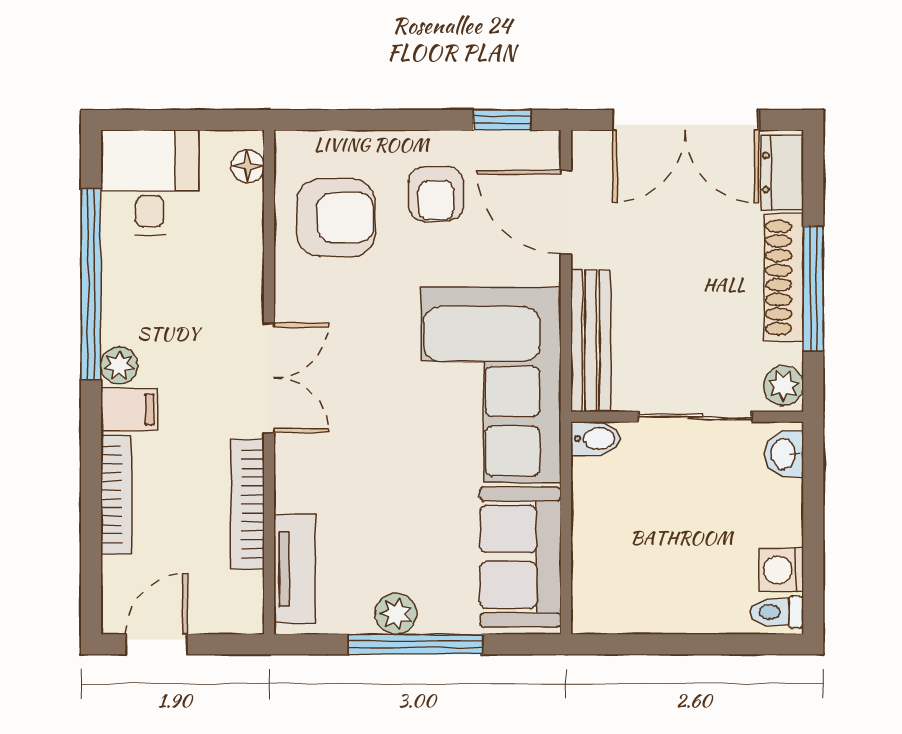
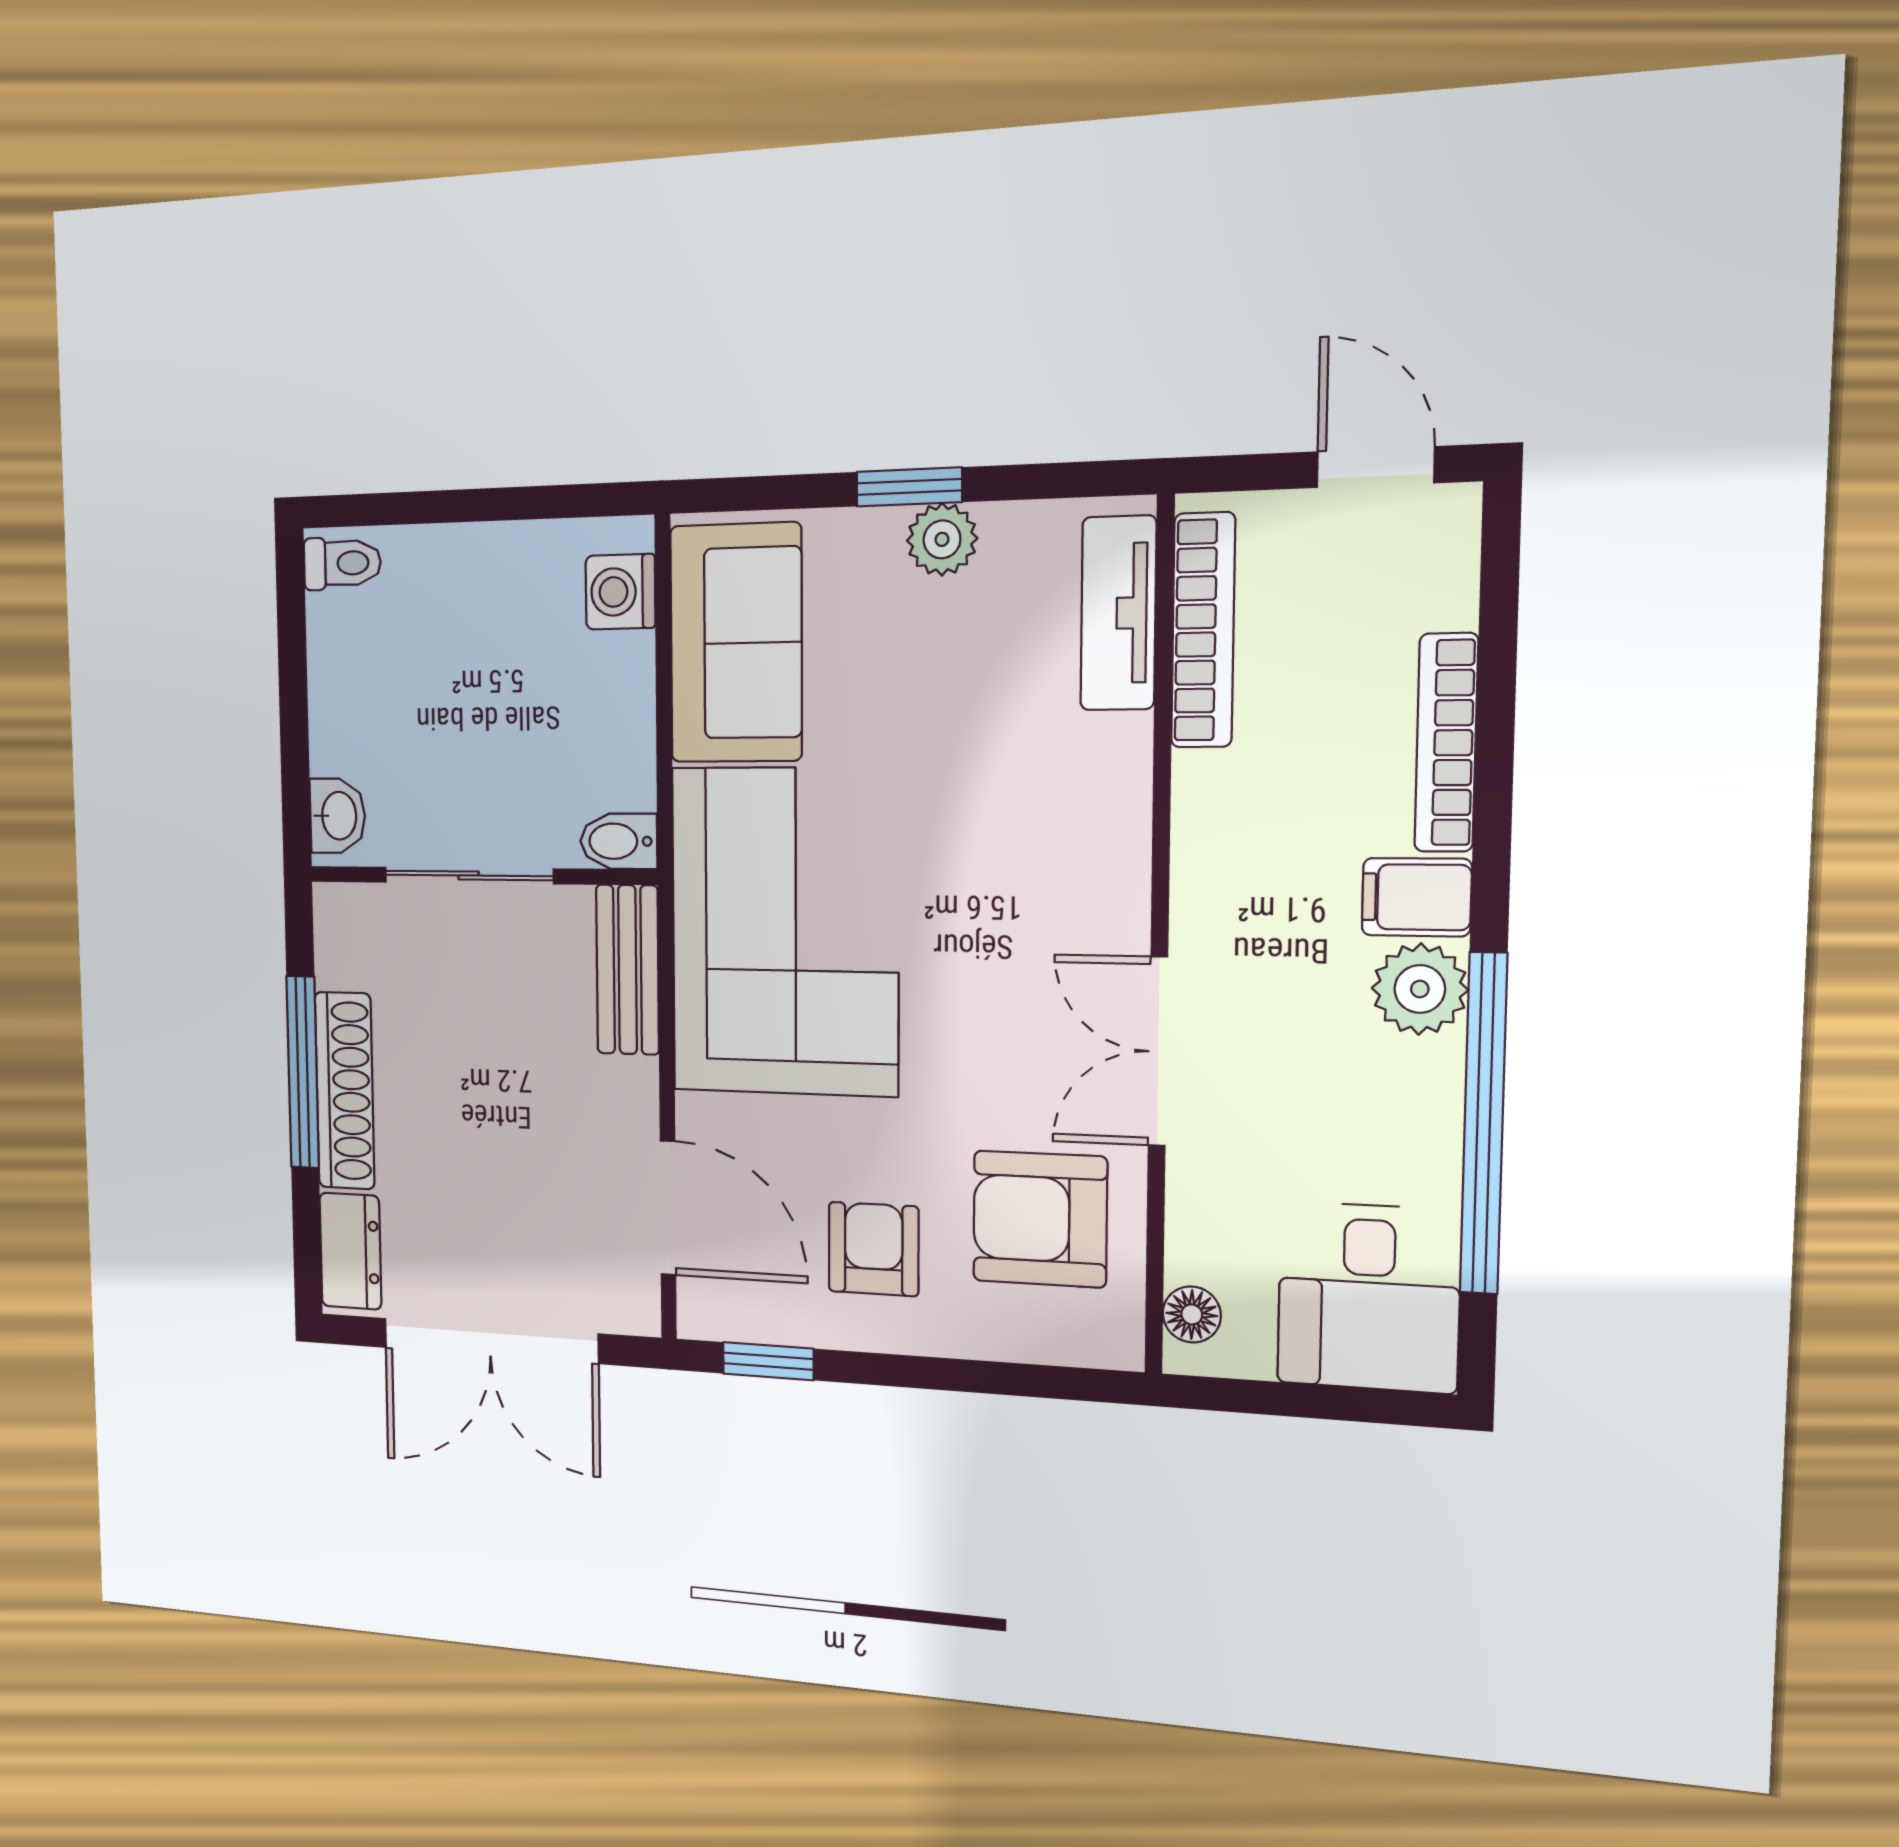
double door: (686, 120) -> (490, 1341), swing flipped
bench: (591, 341) -> (628, 970), width x0.73
plant: (119, 366) -> (1420, 989), width x1.38, depth x1.38
double door: (269, 378) -> (1158, 1051), moved
plant: (784, 386) -> (341, 923), removed
bookcase: (247, 504) -> (1203, 630), moved
washing machine: (781, 570) -> (620, 592), moved, turned 180
door: (157, 644) -> (1375, 467), swing flipped
window: (415, 644) -> (909, 487), width x0.46

